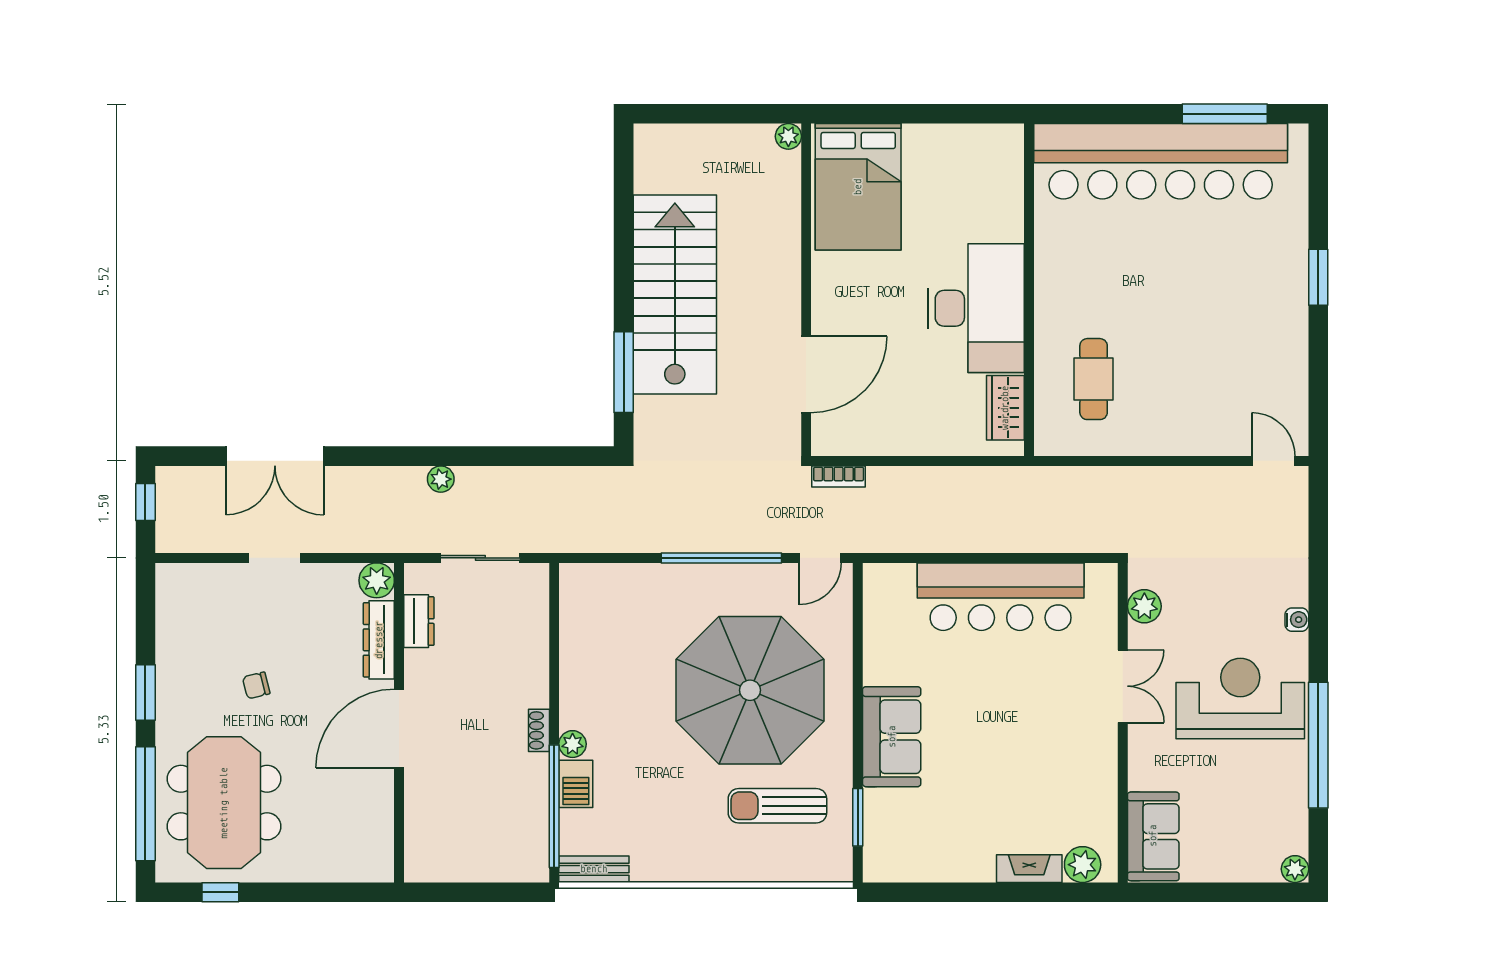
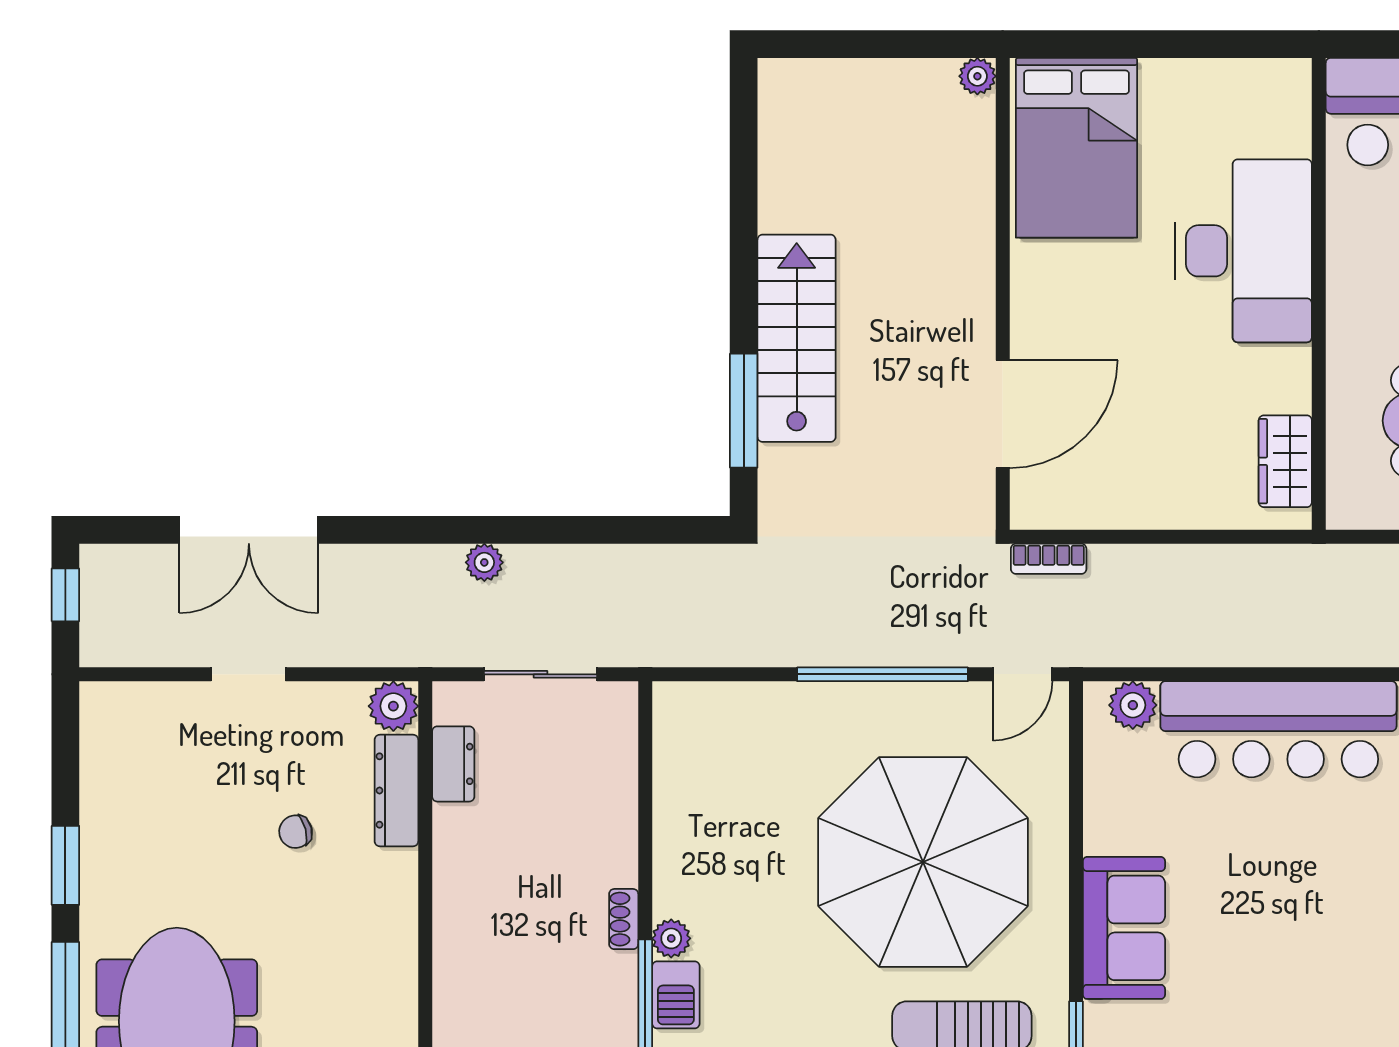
stairs: (675, 294) -> (797, 338), width x0.73, depth x0.66
desk: (976, 308) -> (1243, 251), moved
plant: (898, 580) -> (1133, 705), added
chair: (256, 685) -> (296, 832), moved
door: (399, 729) -> (425, 916), removed

